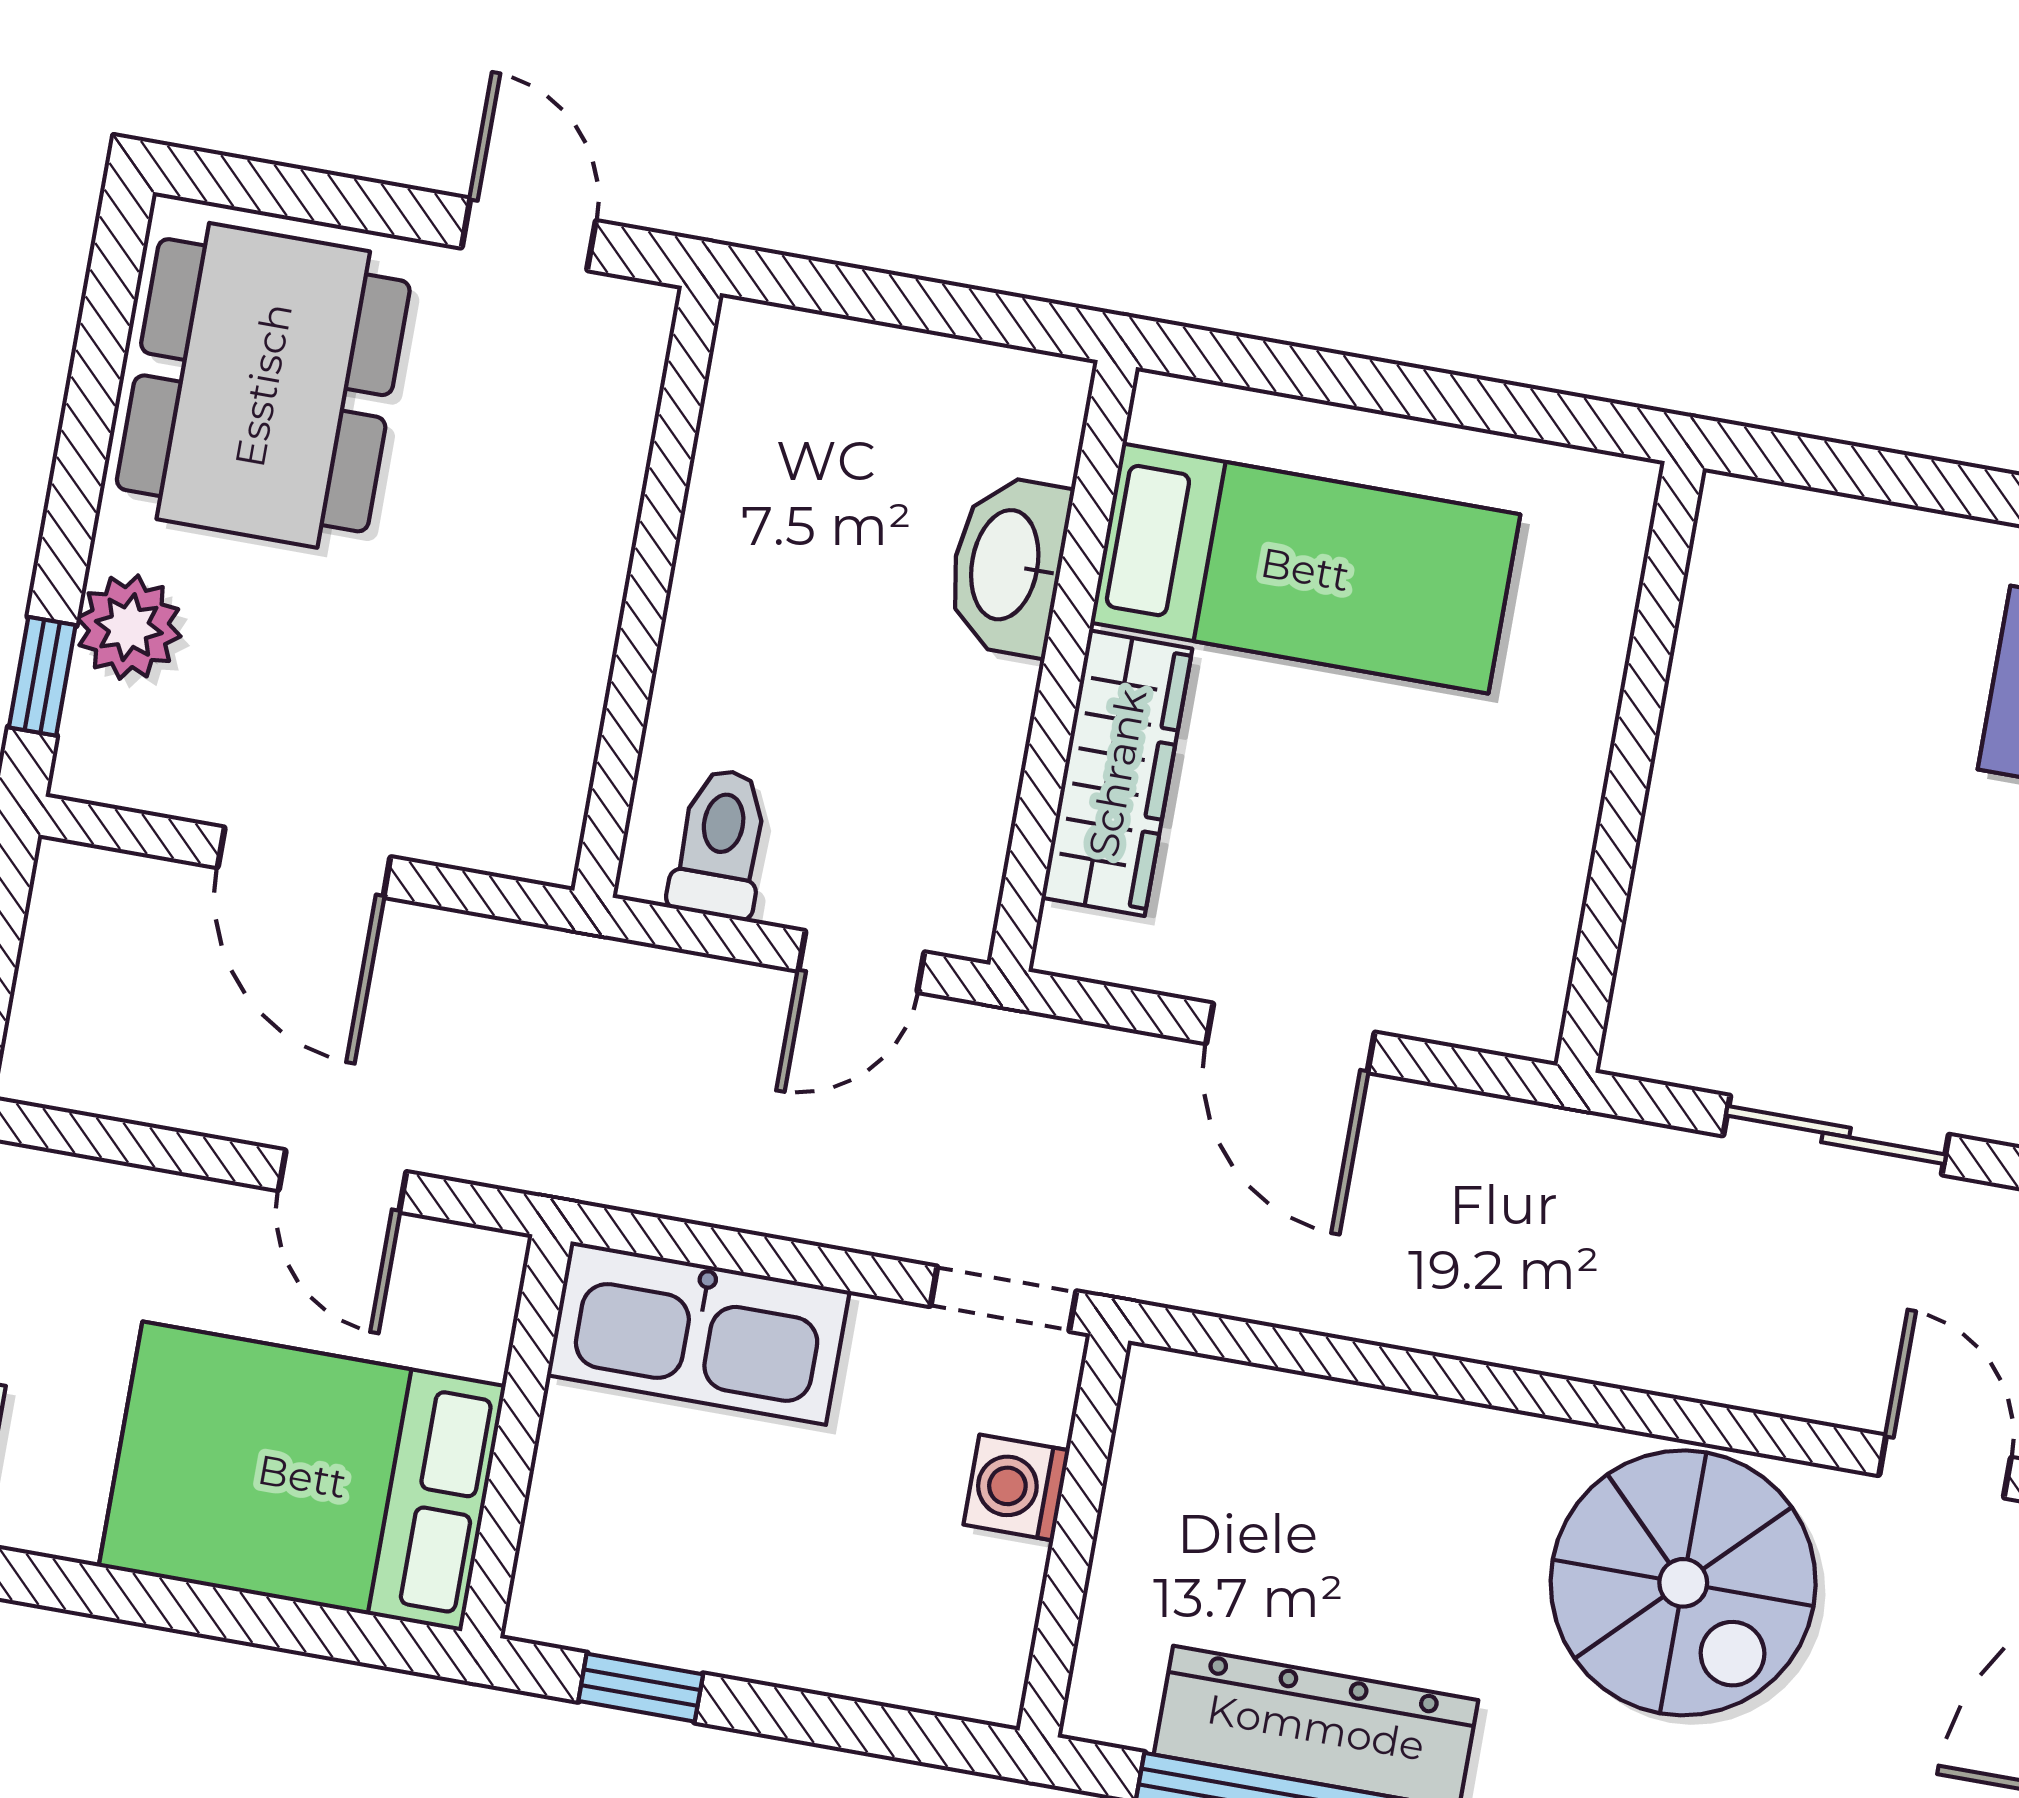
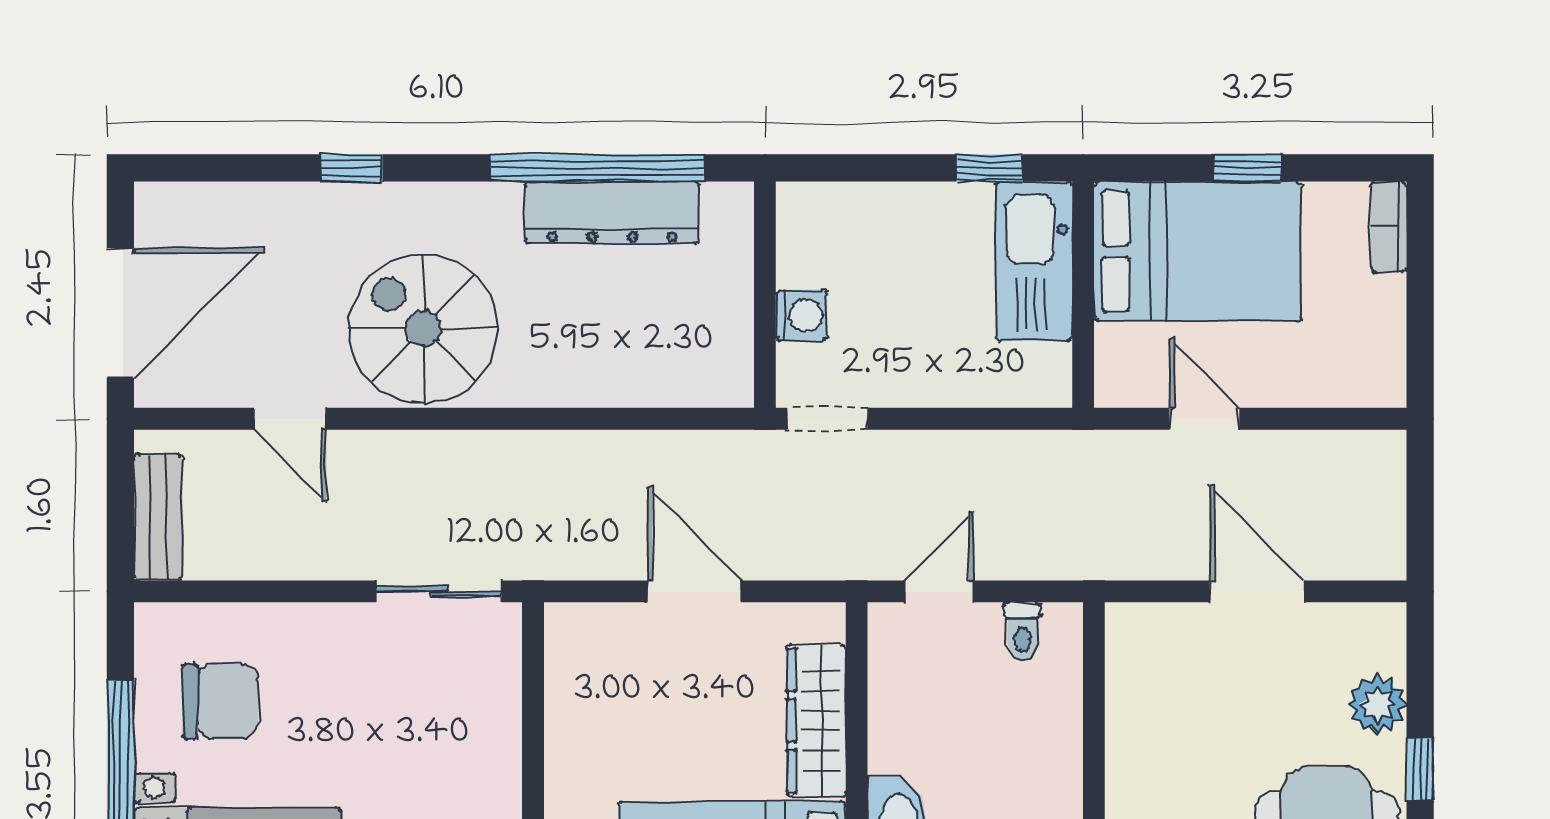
window: (42, 676) -> (1420, 769), moved
toilet: (720, 843) -> (1022, 631), width x0.73, depth x0.72
sliding door: (1836, 1135) -> (439, 591), moved
kitchen sink: (698, 1333) -> (1034, 261), moved, turned -90
window: (189, 1607) -> (1248, 168), added

